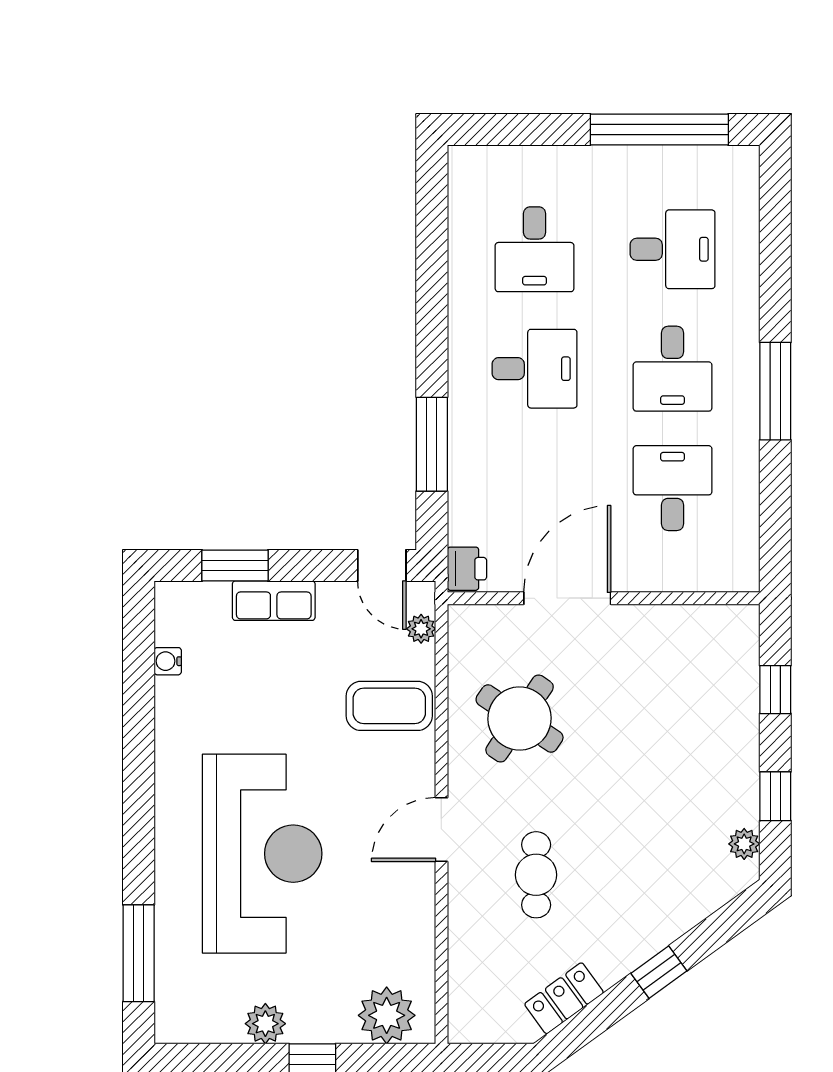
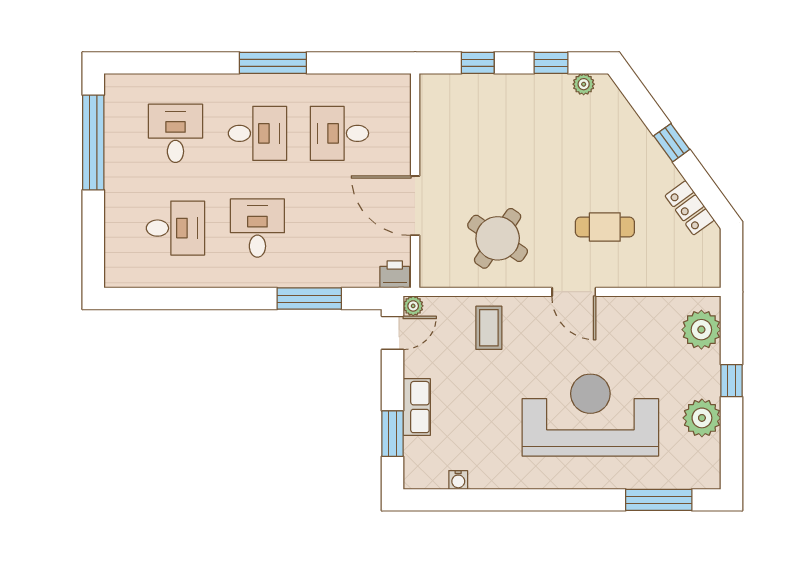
plant: (421, 629) -> (413, 306), moved
coffee table: (389, 706) -> (489, 328), width x0.73, depth x0.77
plant: (265, 1024) -> (702, 418), width x1.36, depth x1.36

